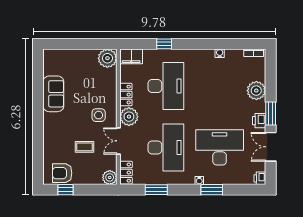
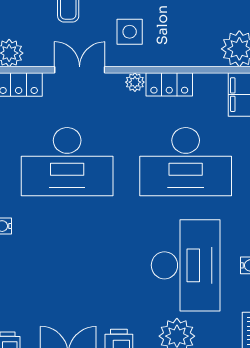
plant: (129, 117) -> (135, 82), width x0.53, depth x0.53
desk: (220, 147) -> (186, 265), moved

